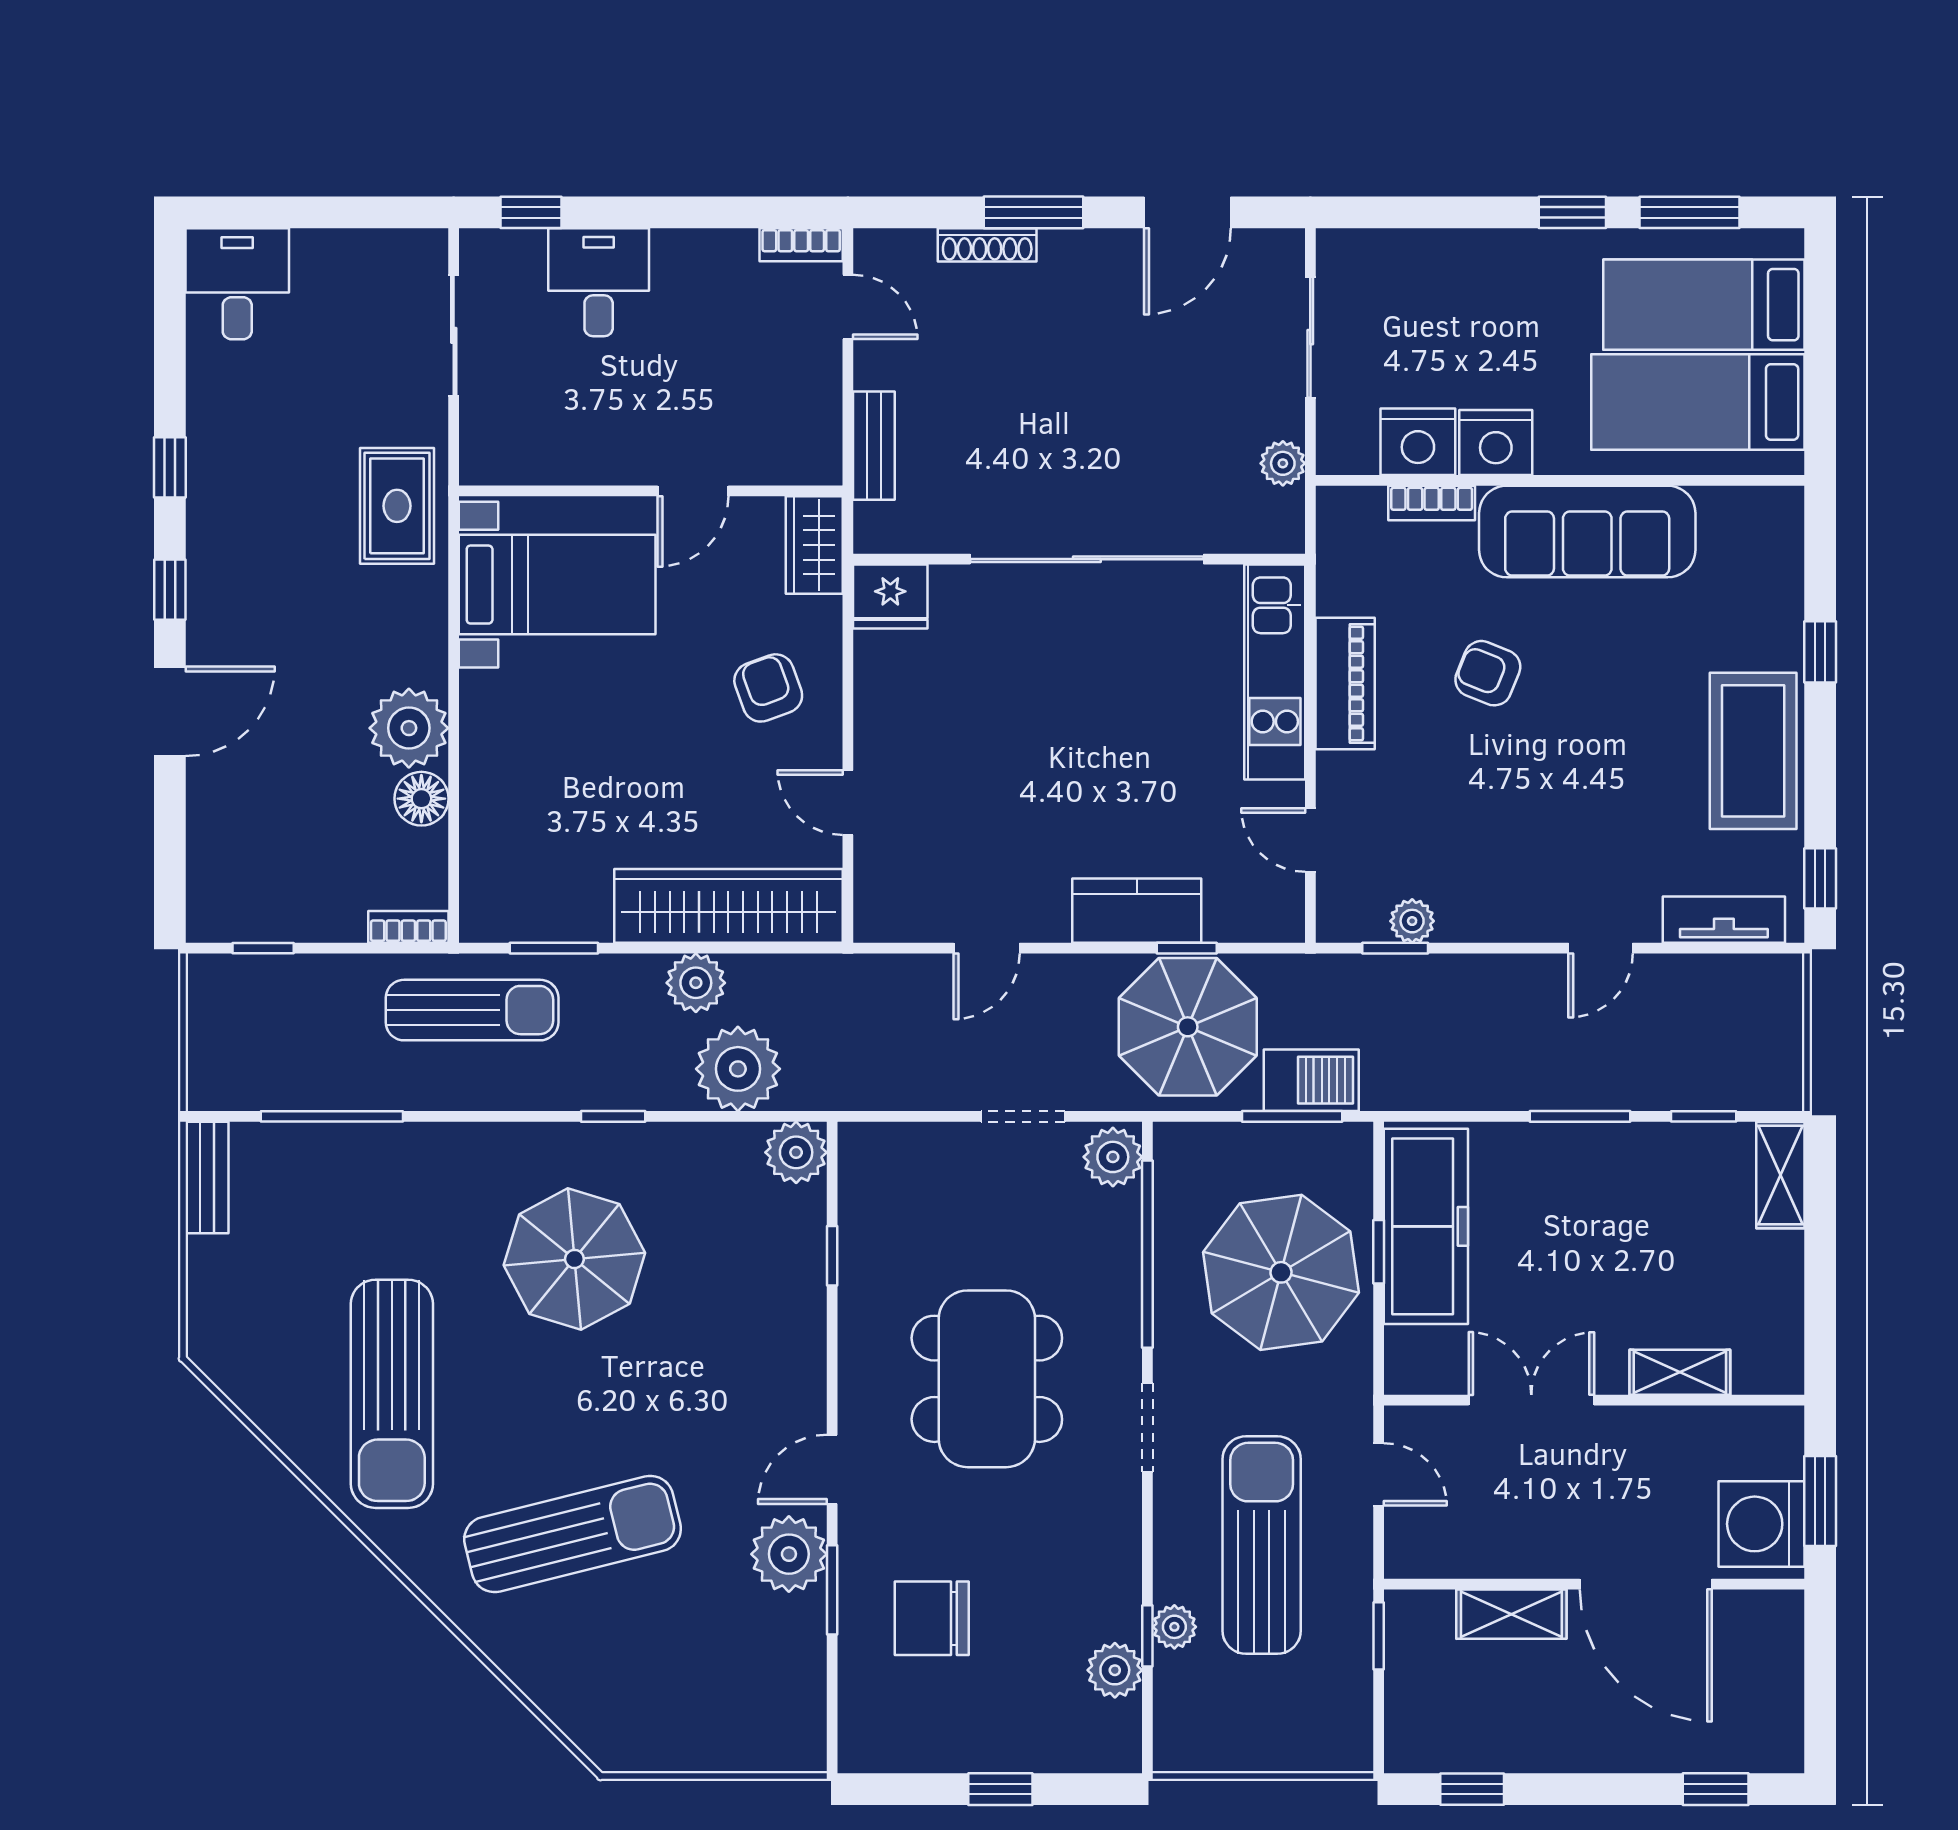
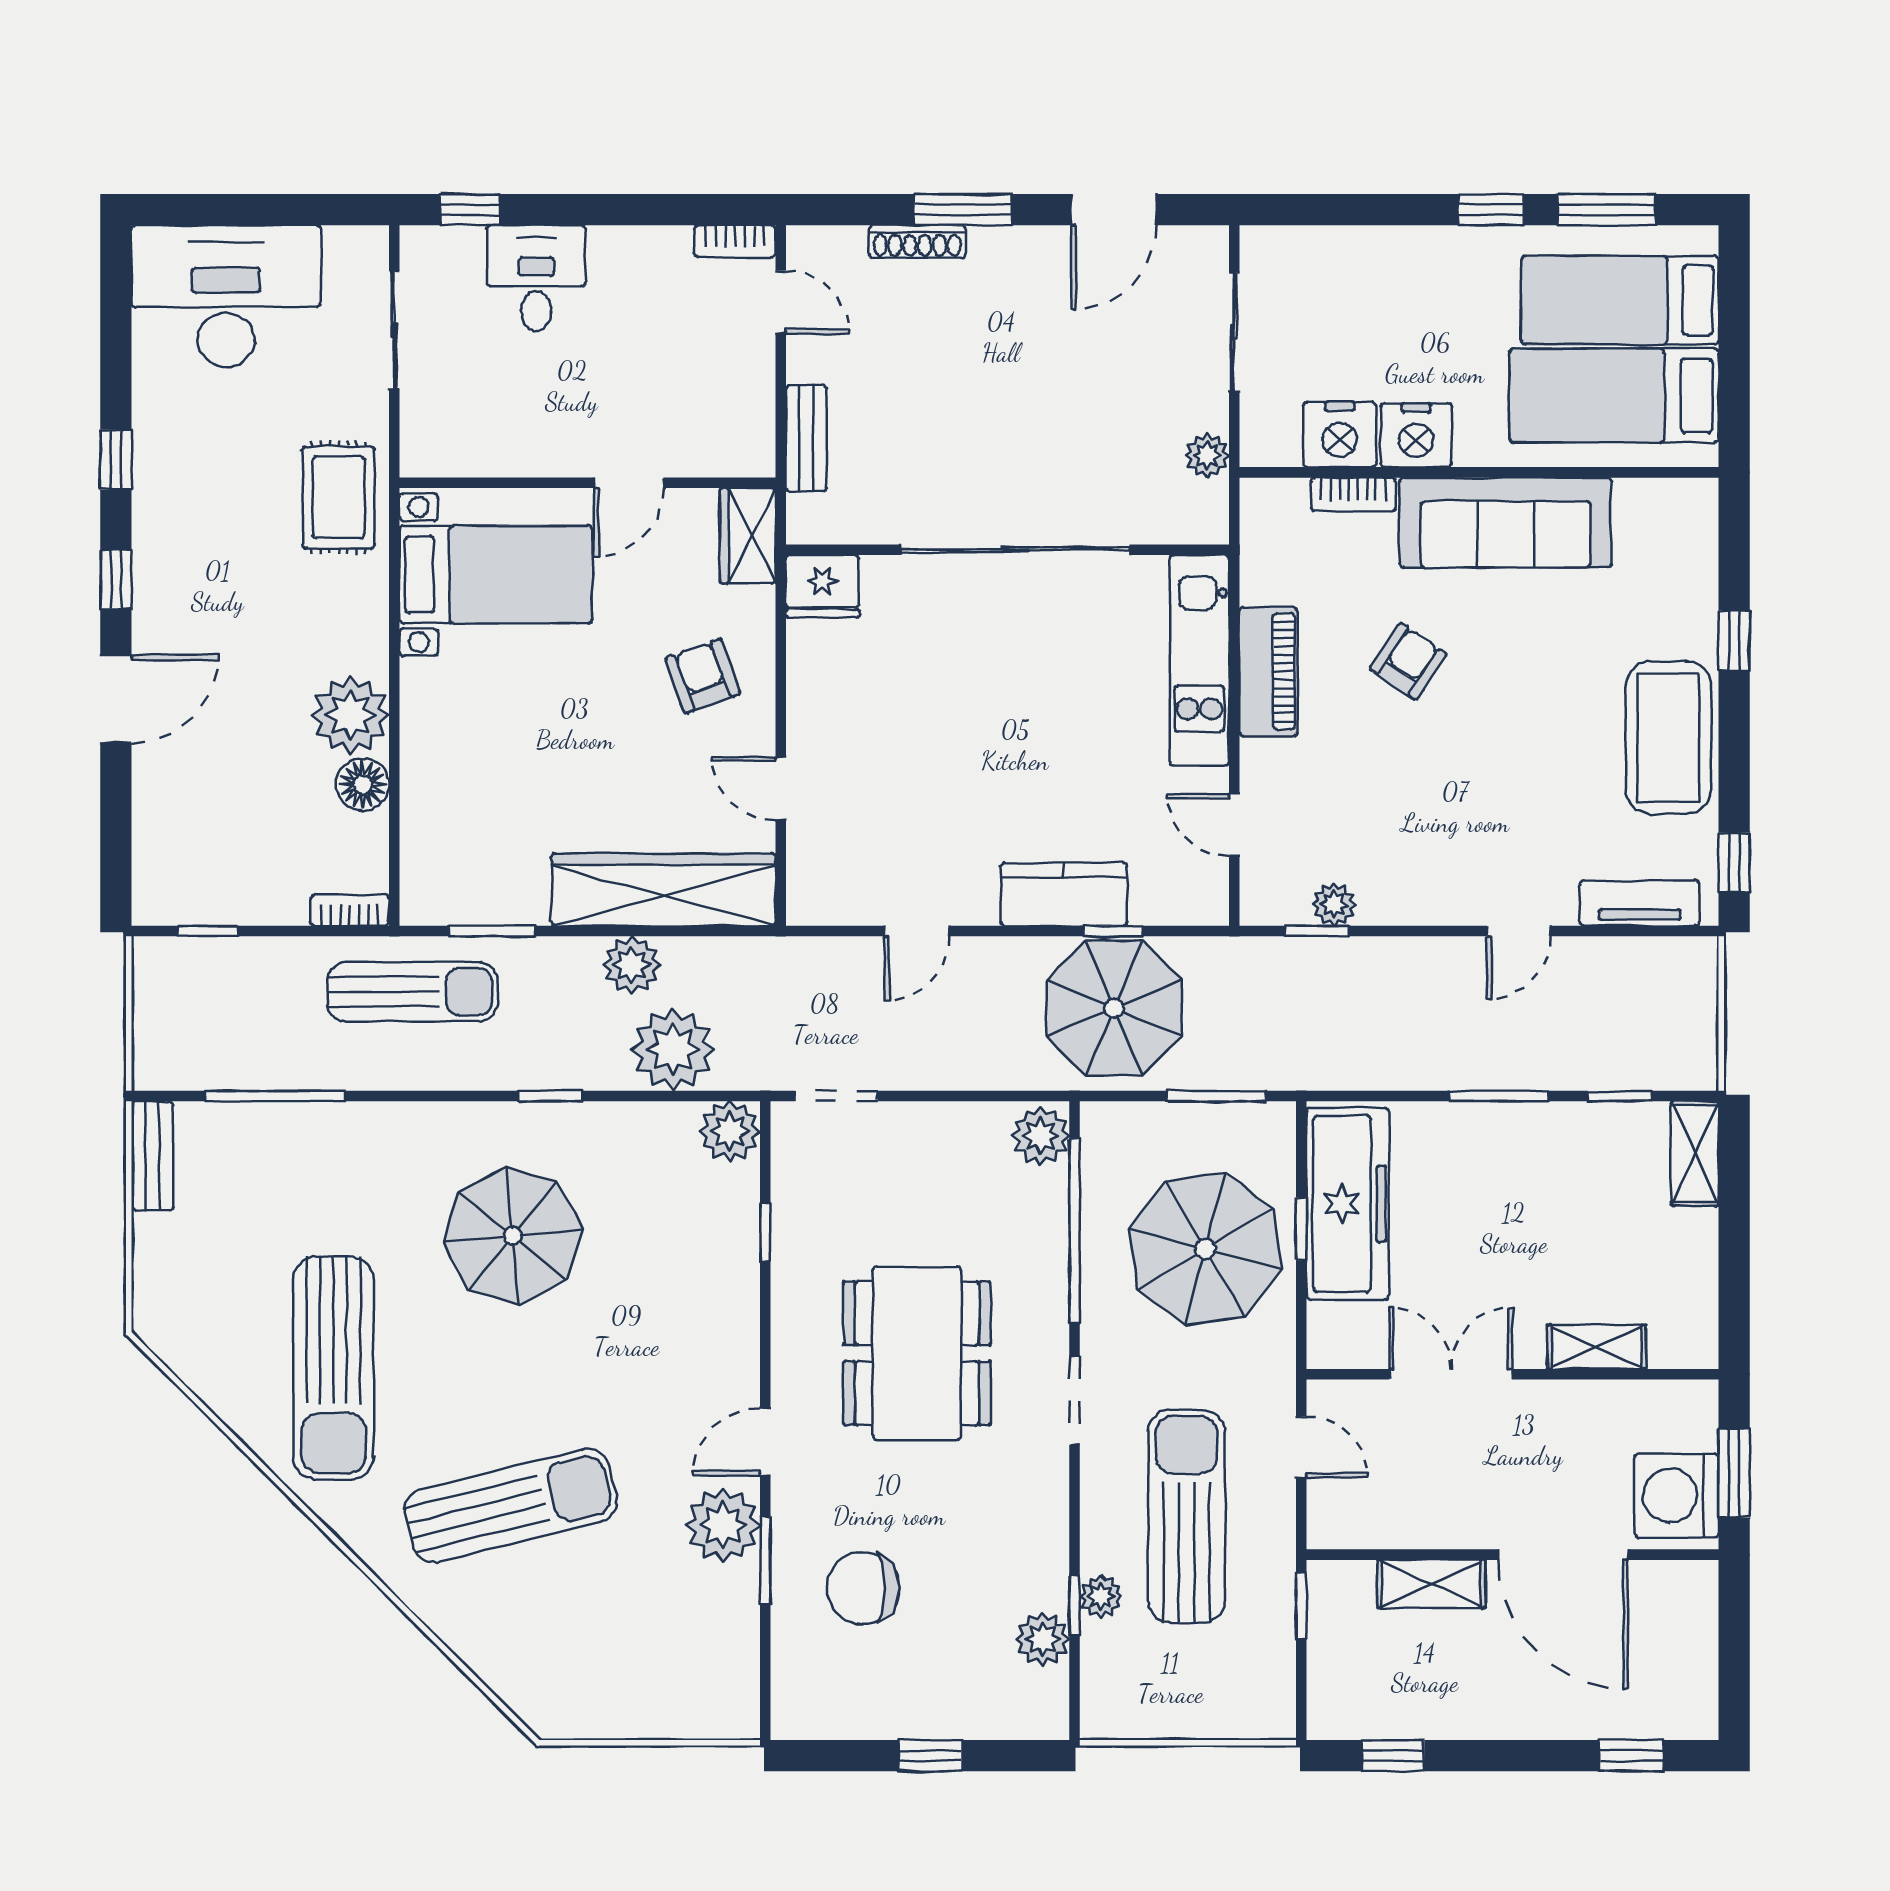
desk: (237, 284) -> (226, 296), width x1.87, depth x1.30
armchair: (1488, 673) -> (1408, 661), turned 102
barbecue: (1311, 1080) -> (1235, 1060), removed
doorway: (1023, 1116) -> (836, 1096), moved

